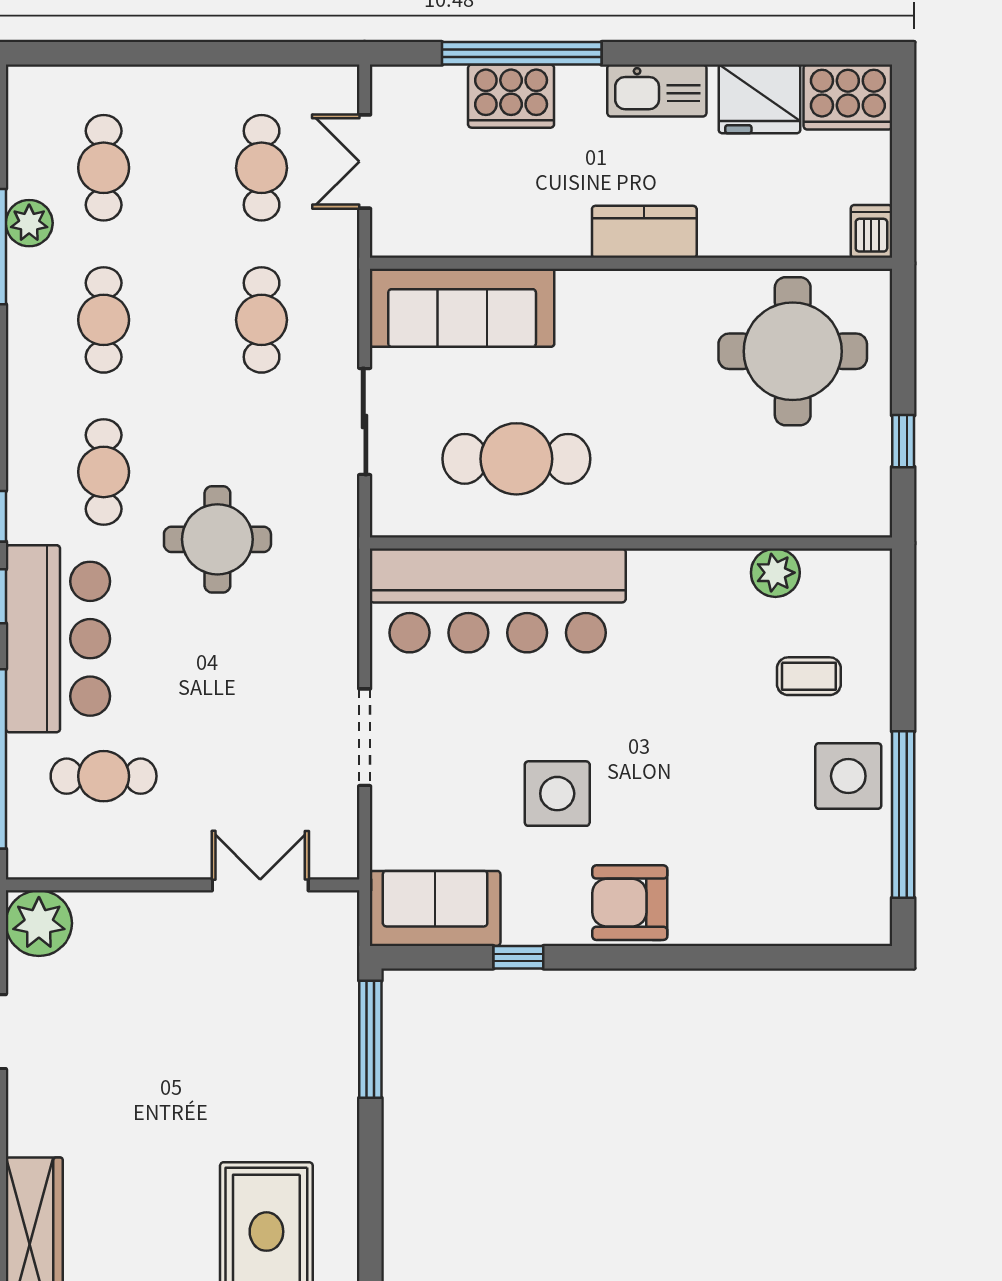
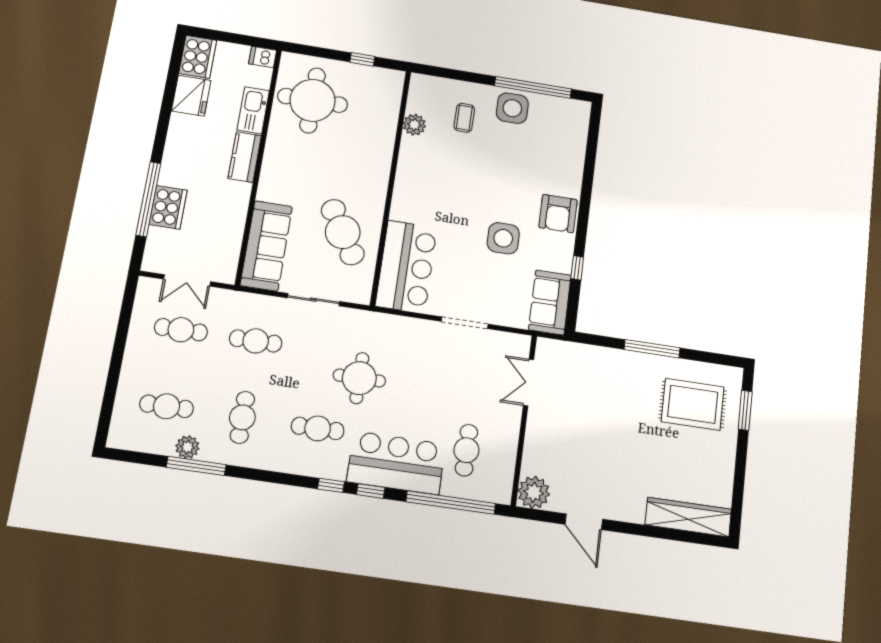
kitchen sink: (657, 90) -> (253, 110), moved, turned 180
cafe table: (104, 320) -> (242, 417), turned 90
cafe table: (516, 459) -> (343, 232), turned -31
bar counter: (498, 600) -> (406, 267), width x0.73
window: (370, 1039) -> (652, 349), moved

